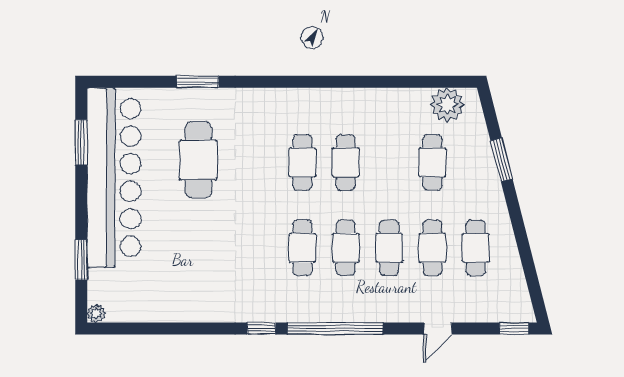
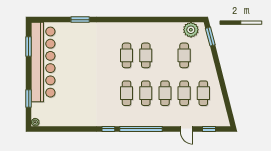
cafe table: (198, 160) -> (80, 54), removed
window: (501, 160) -> (210, 37), moved
door: (438, 328) -> (187, 129), hinge flipped
window: (514, 328) -> (209, 129), moved

